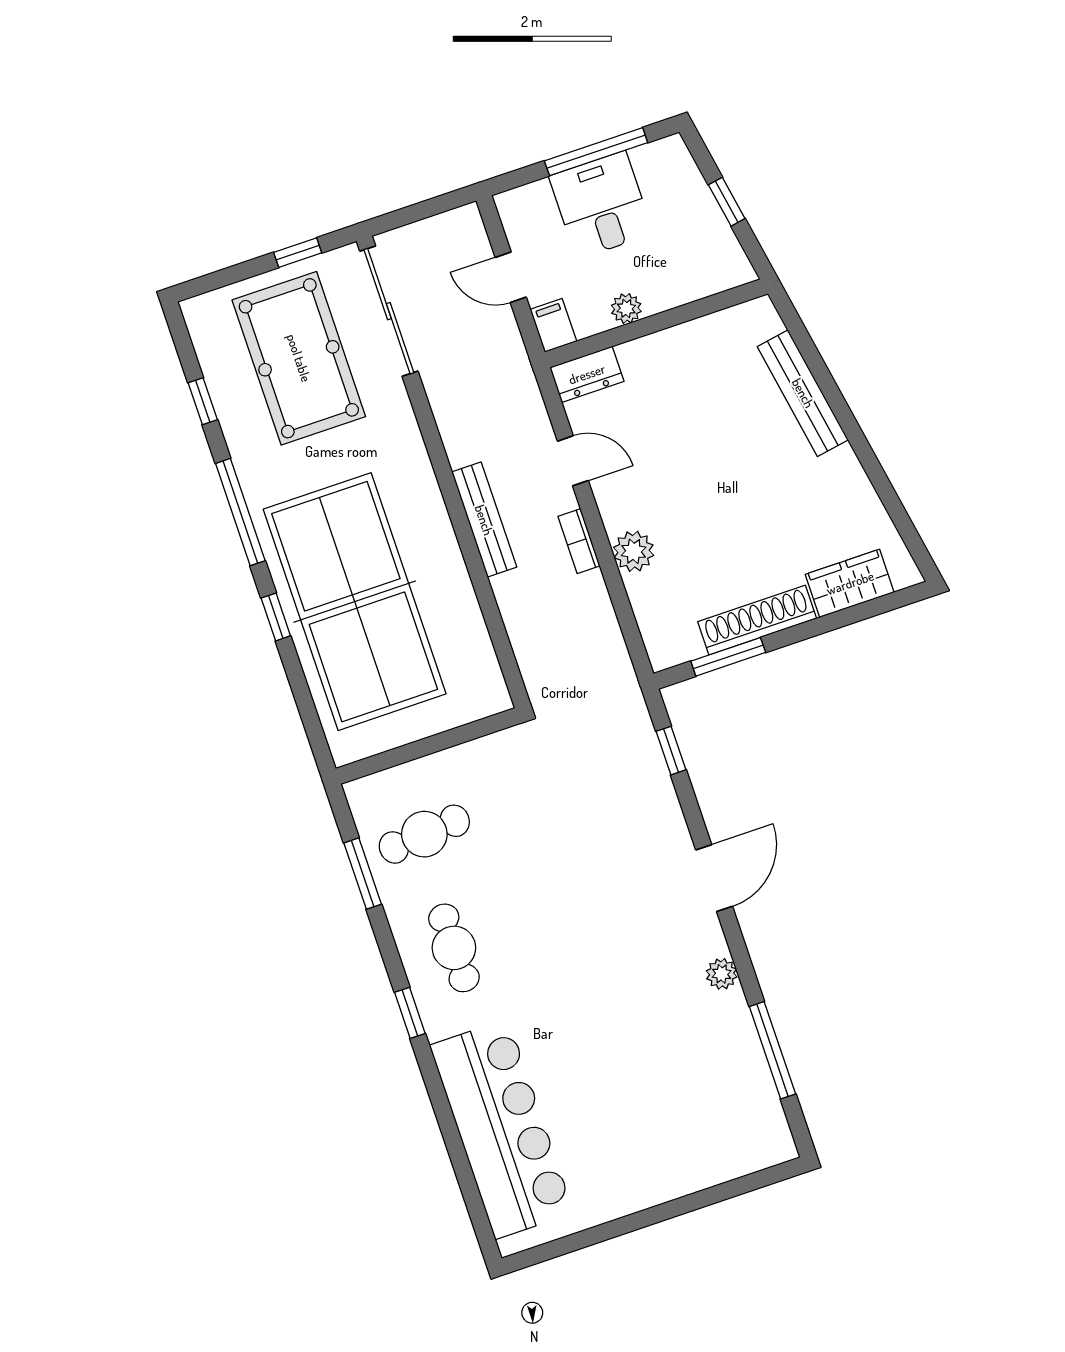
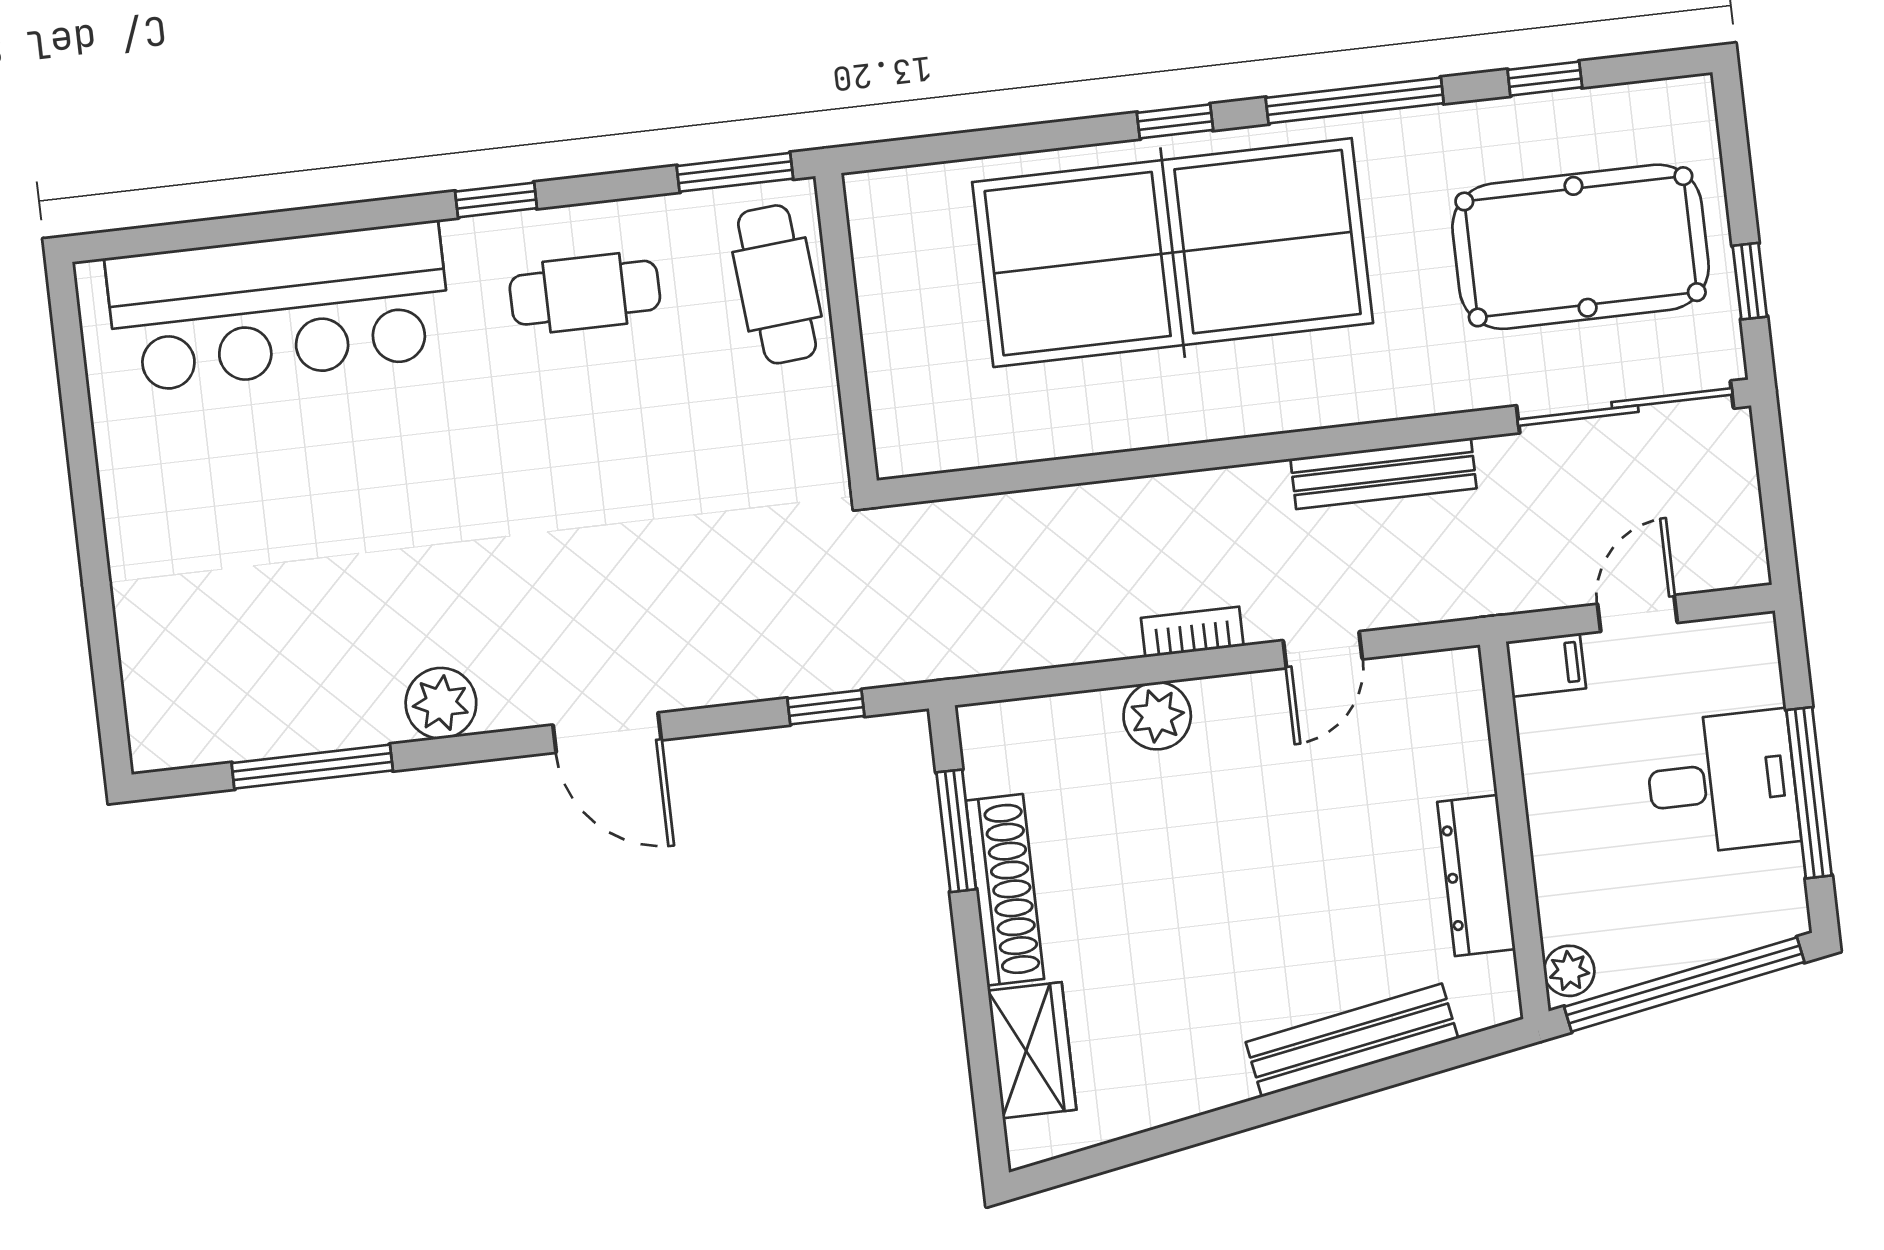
window: (727, 202) -> (1684, 984), width x3.17
plant: (626, 308) -> (1569, 971), moved
dresser: (587, 374) -> (1476, 876), moved, width x1.44
bench: (484, 520) -> (1383, 473), moved
wall: (428, 746) -> (846, 328), moved
plant: (722, 974) -> (441, 703), width x1.38, depth x1.38

